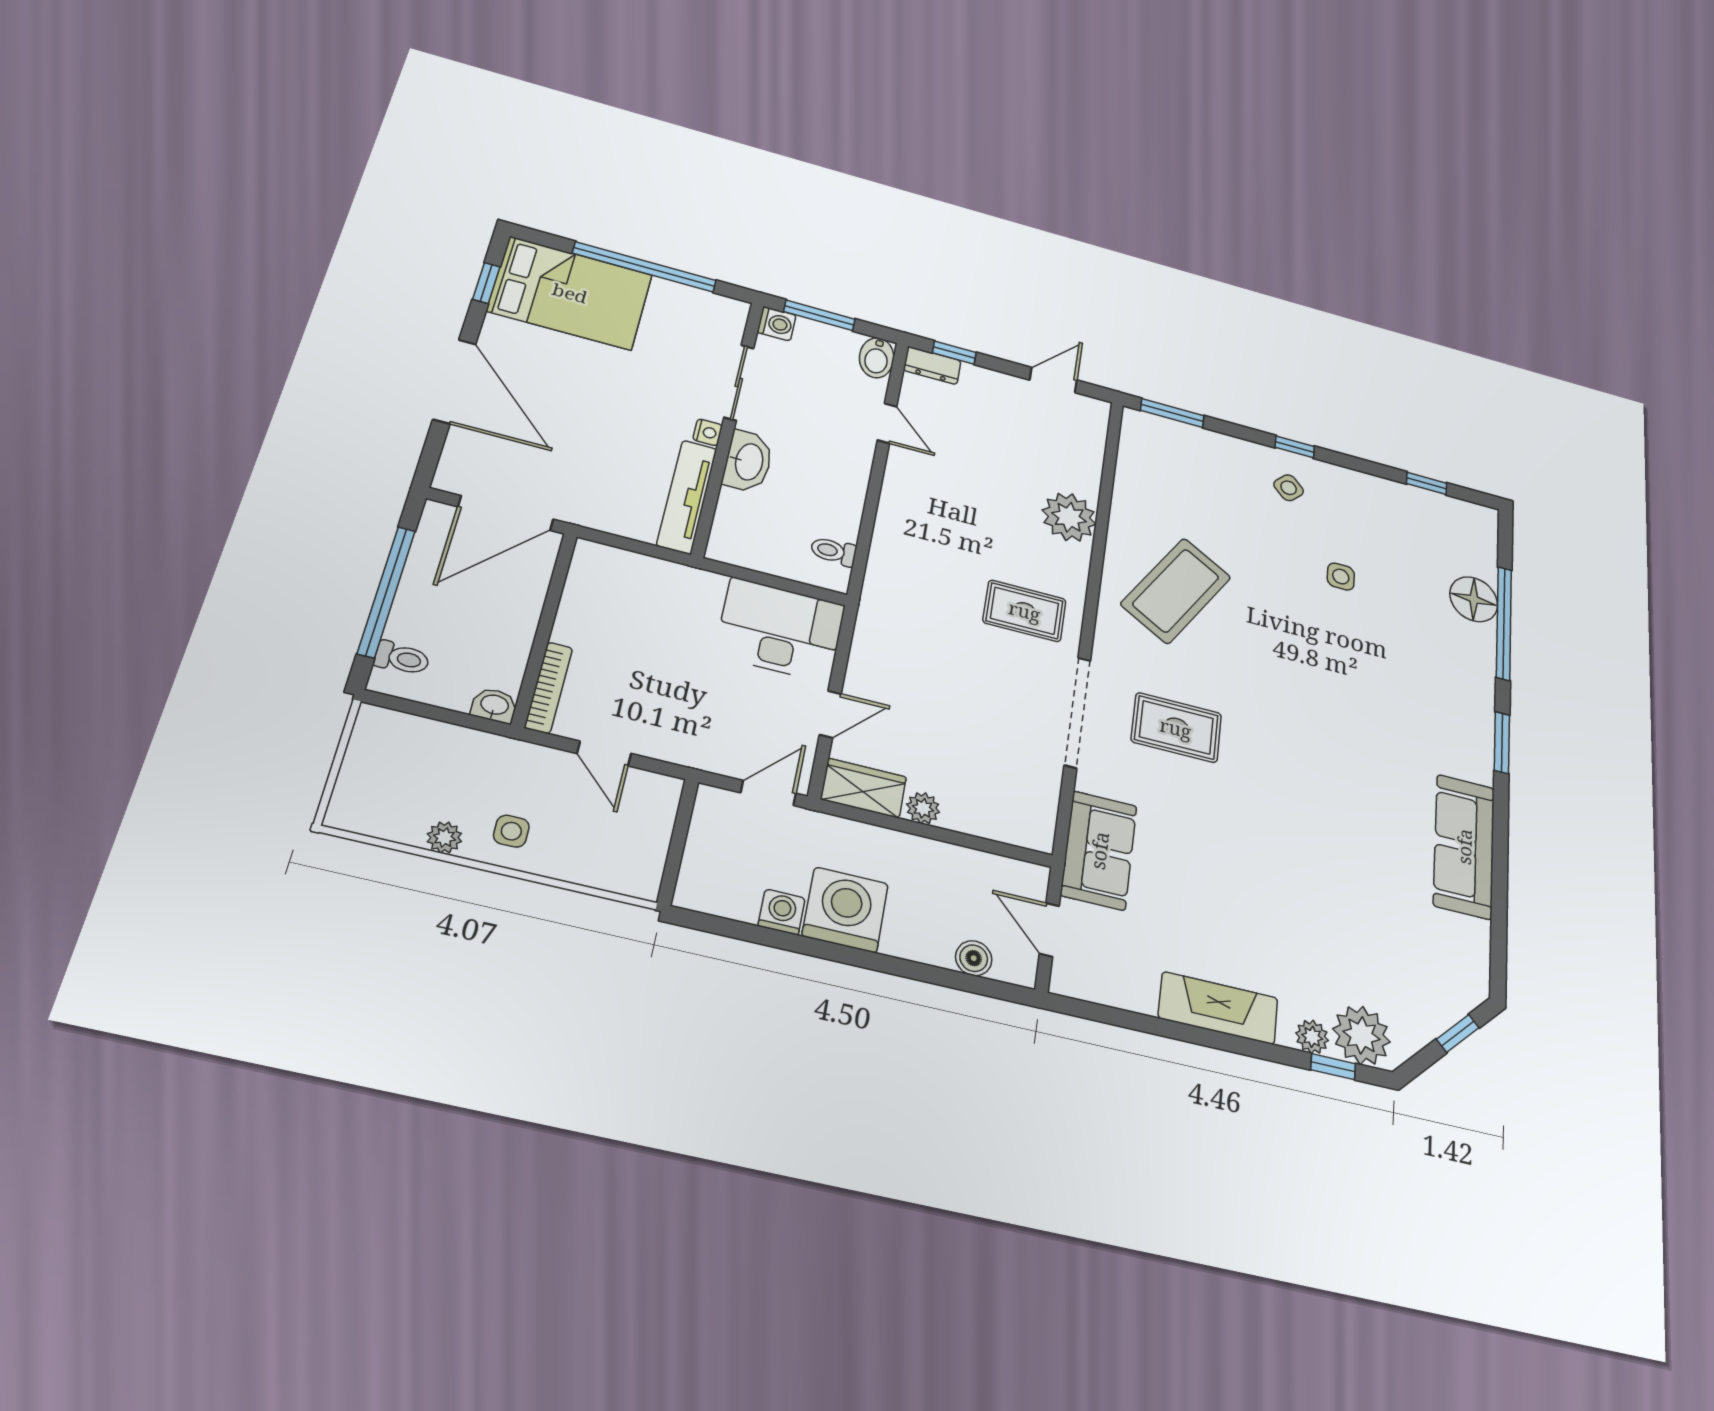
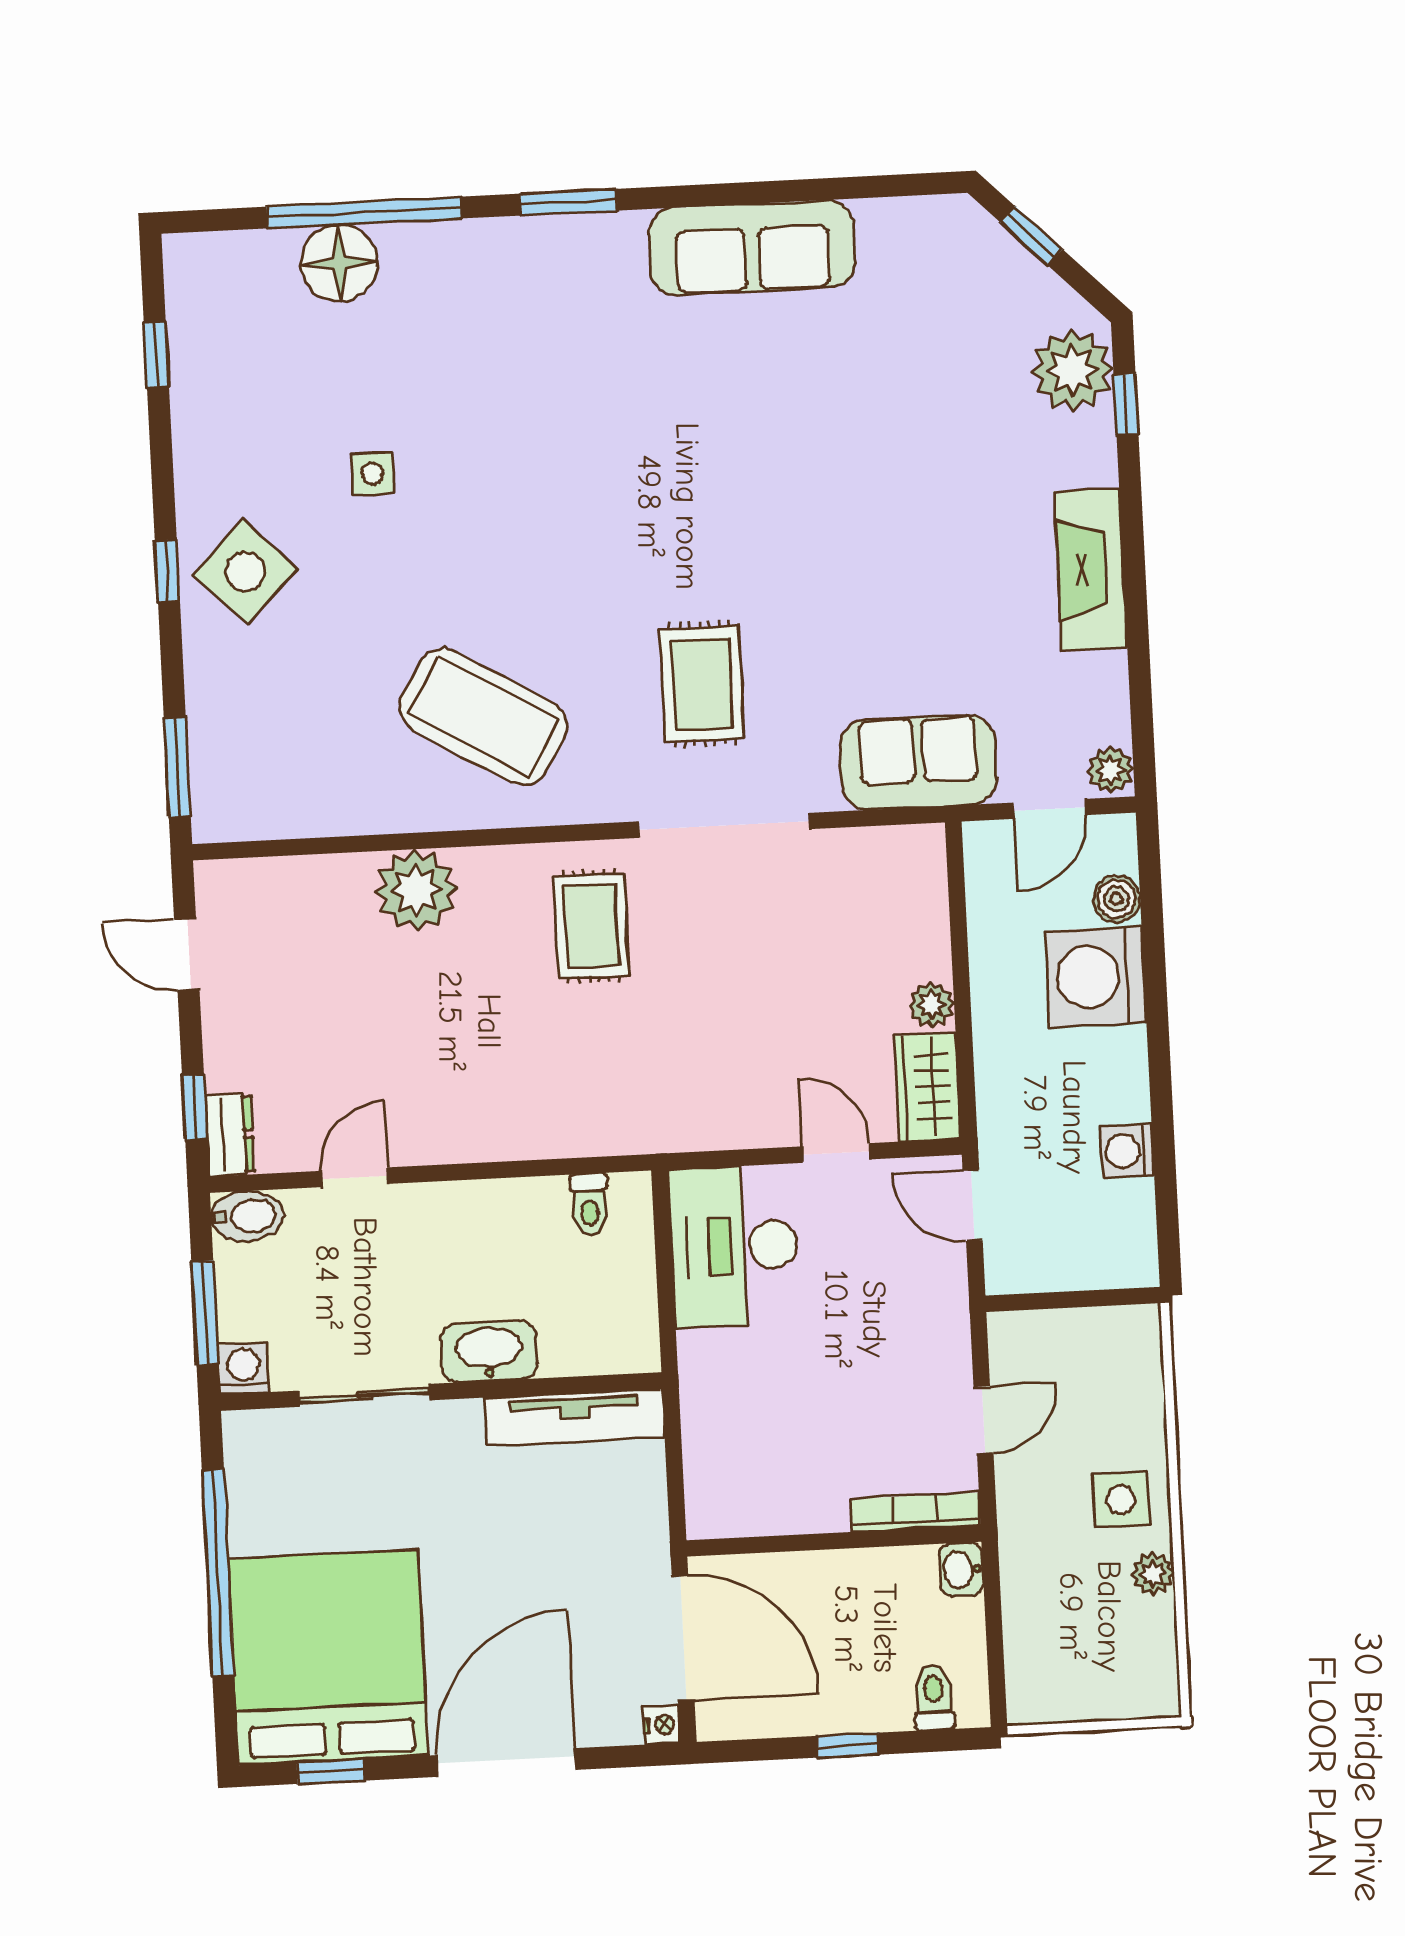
bed: (570, 293) -> (328, 1657), width x1.36
nightstand: (708, 432) -> (662, 1725), moved, turned 90
side table: (1289, 488) -> (245, 572), width x1.87, depth x1.87
window: (386, 592) -> (848, 1745), width x0.32
side table: (511, 831) -> (1121, 1500), width x1.37, depth x1.37
washing machine: (845, 910) -> (1095, 977), moved
plant: (1312, 1037) -> (1110, 770), moved

